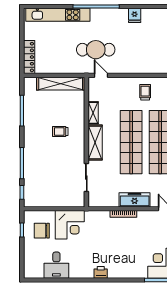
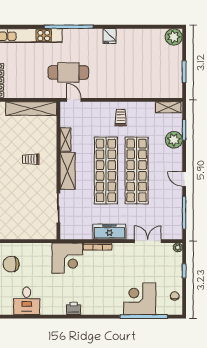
corner desk: (70, 225) -> (67, 258), moved

